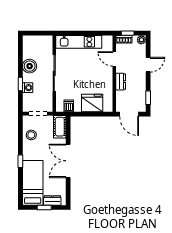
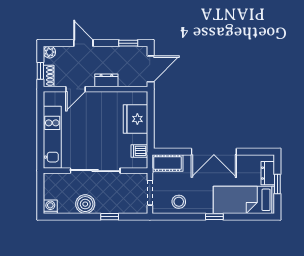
washing machine: (28, 88) -> (50, 207), moved

